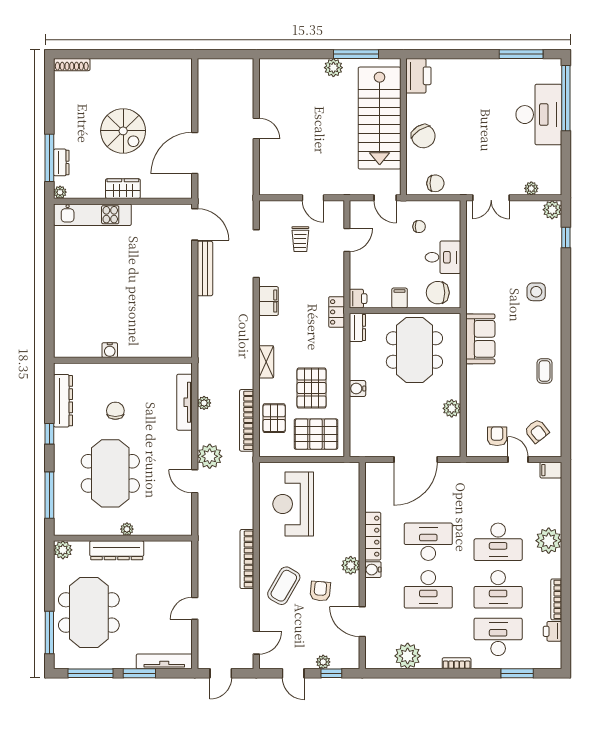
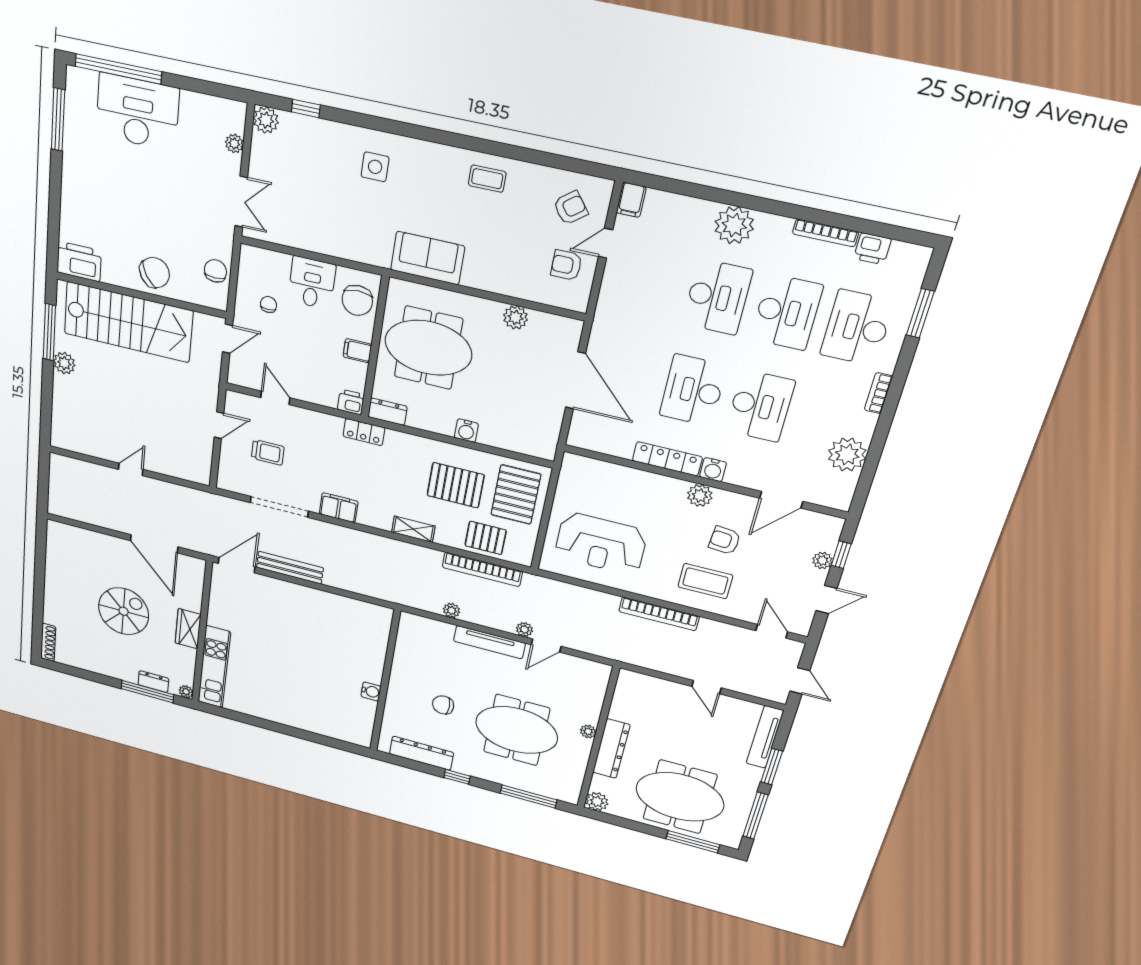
tv unit: (185, 402) -> (489, 642), moved
plant: (210, 456) -> (524, 629), width x0.53, depth x0.53
coffee table: (284, 586) -> (705, 581), turned -30

